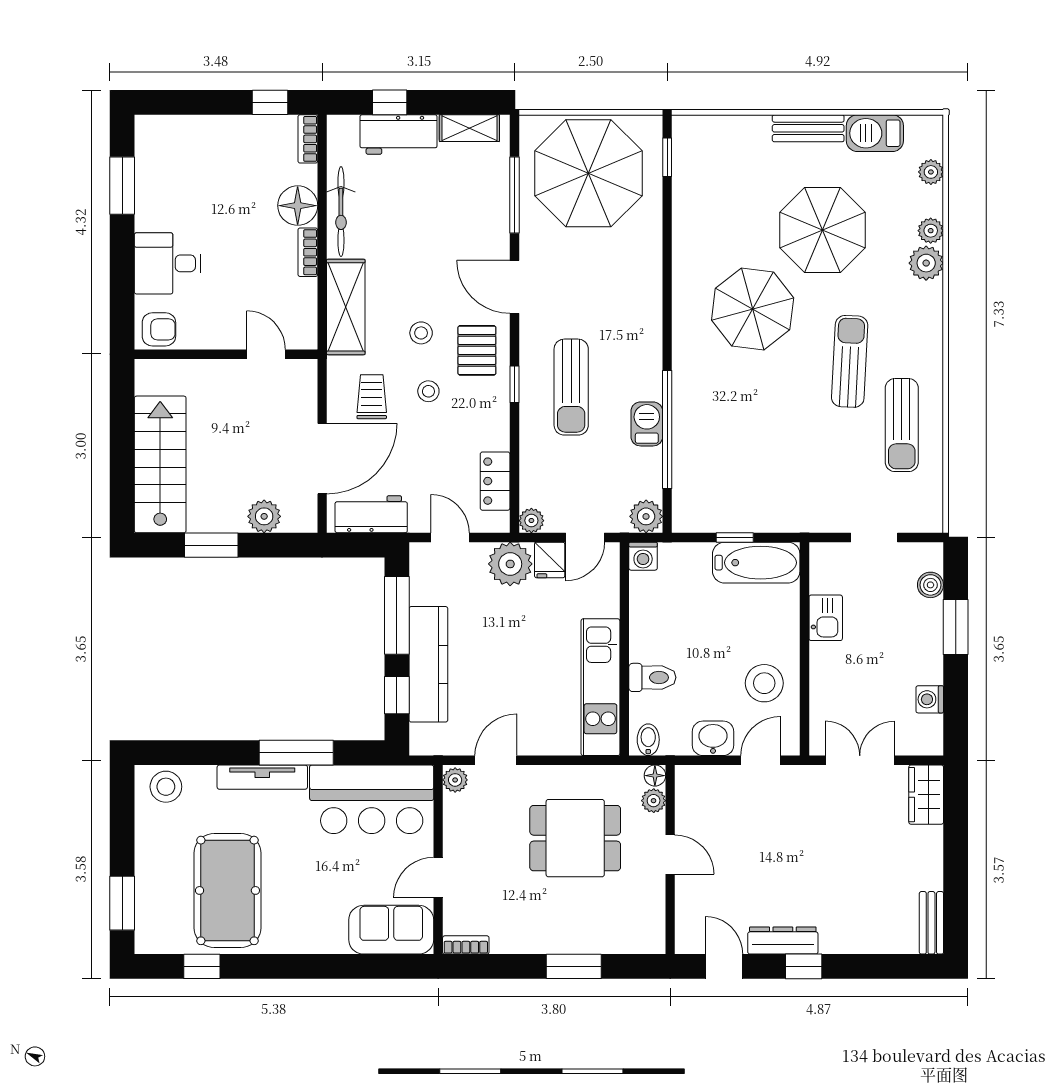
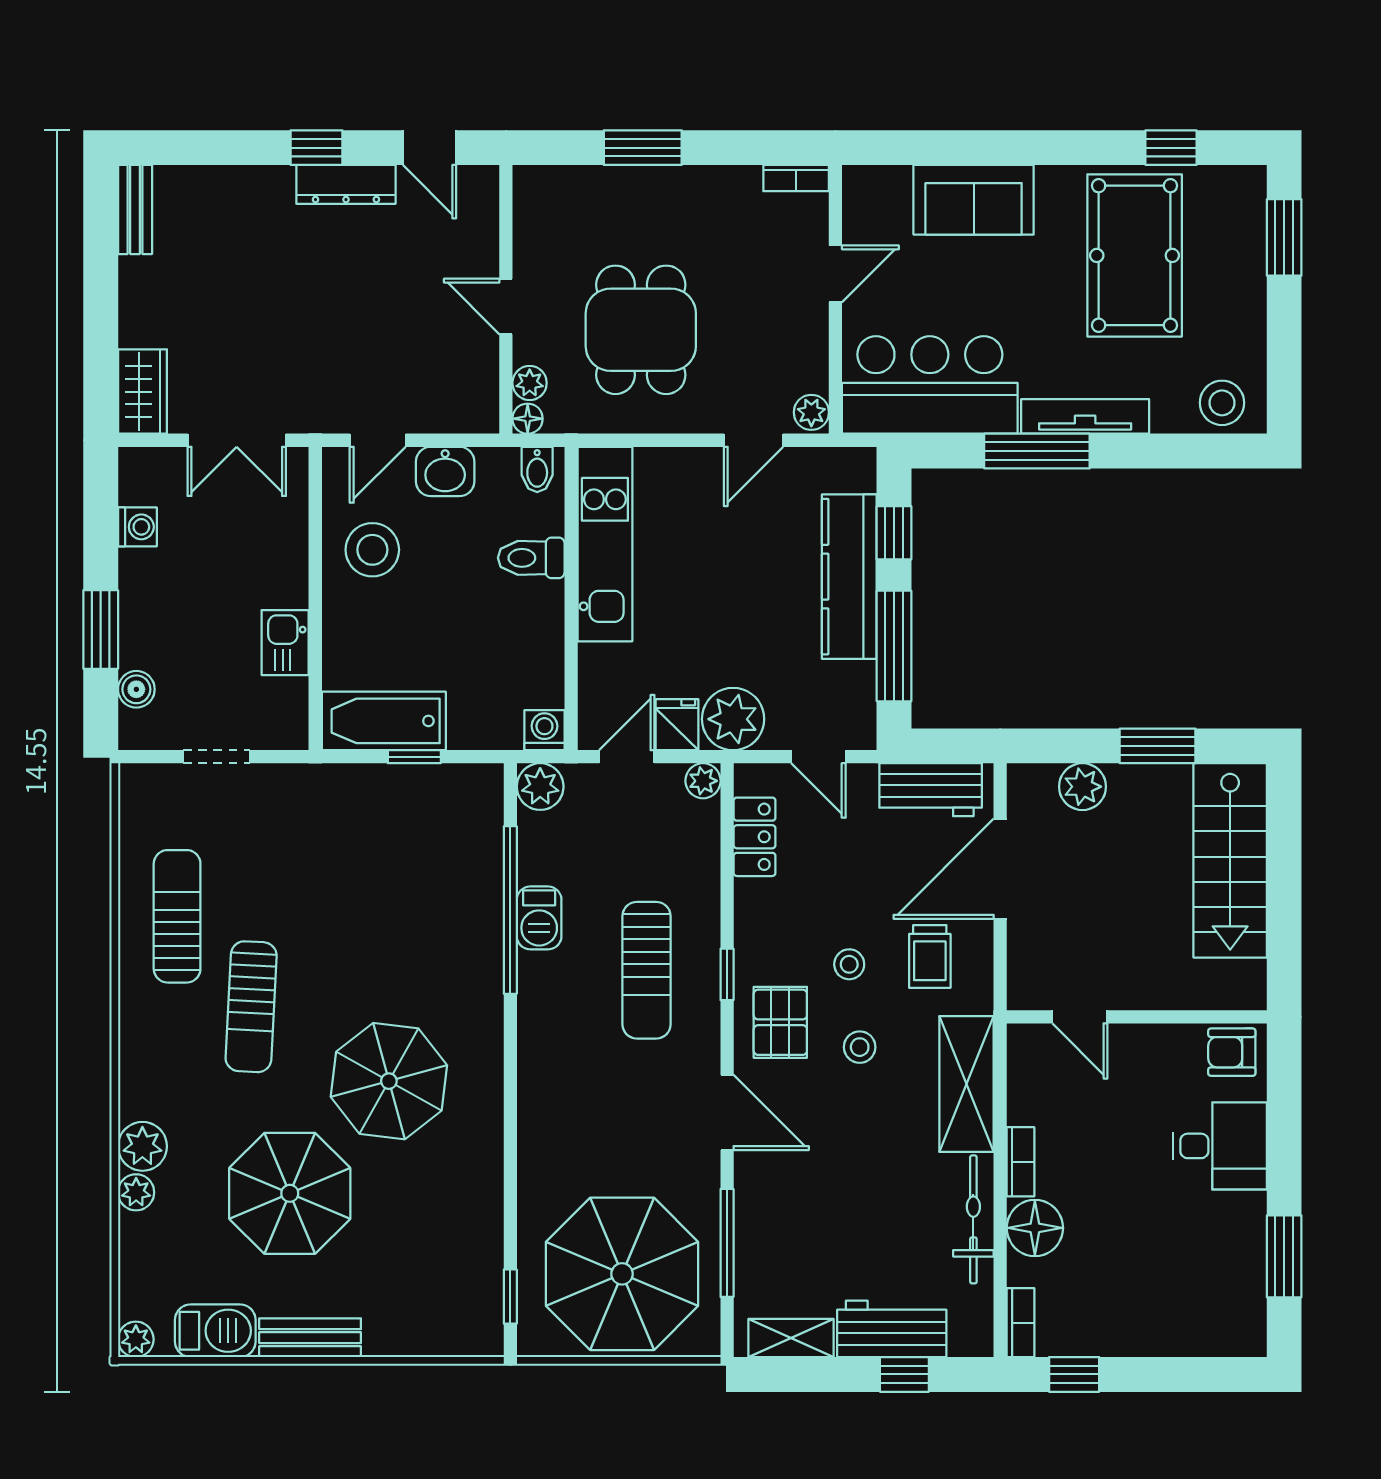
plant: (931, 172) -> (136, 1339), moved
sun lounger: (571, 387) -> (647, 970), turned 180
dining table: (575, 838) -> (641, 330), turned 90
sofa: (391, 930) -> (974, 200), moved

